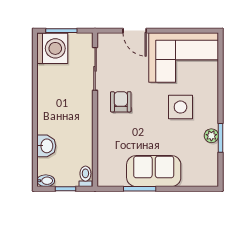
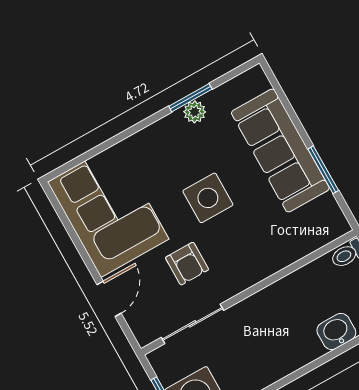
armchair: (121, 102) -> (187, 264), moved, turned -90
side table: (180, 107) -> (208, 198), moved
sofa: (154, 171) -> (280, 151), width x1.36

